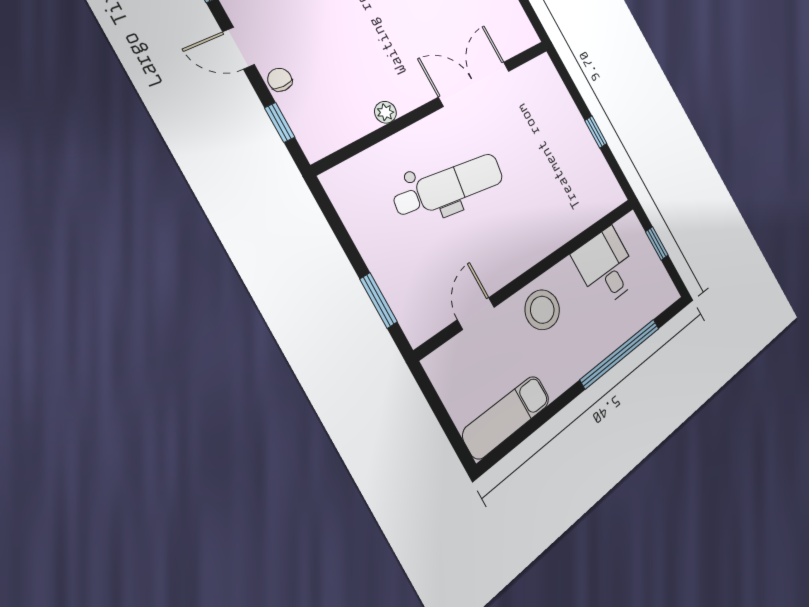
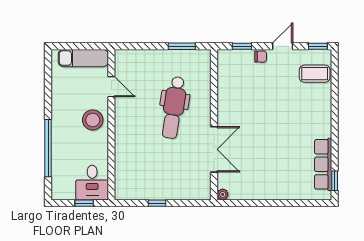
plant: (385, 112) -> (223, 194), moved
desk: (606, 267) -> (92, 183), moved, turned 90
window: (378, 300) -> (182, 46), moved
exam couch: (507, 417) -> (83, 58), moved, turned 90

